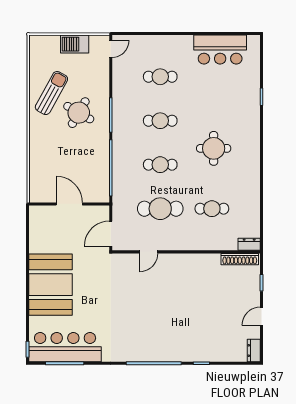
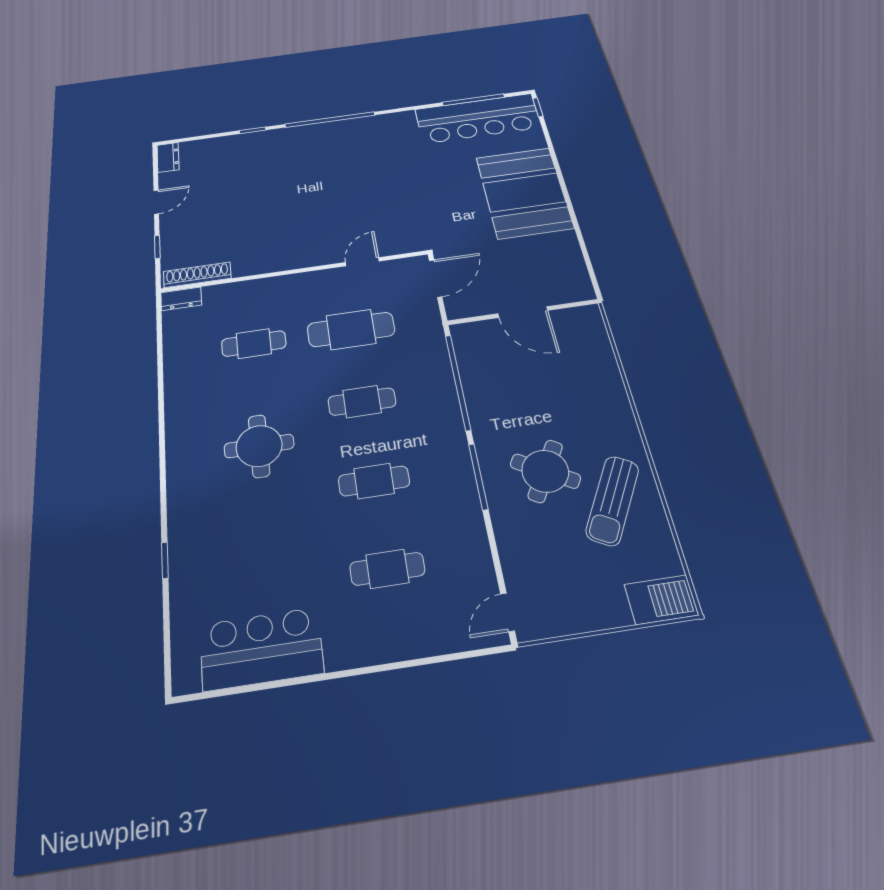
barbecue: (75, 44) -> (661, 600), moved

